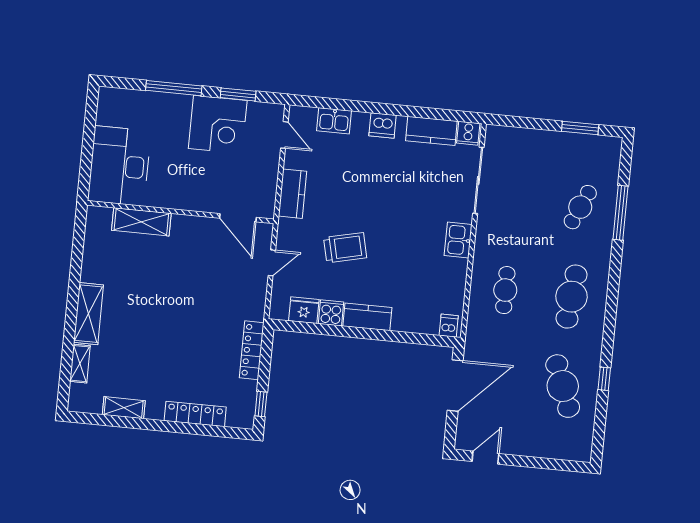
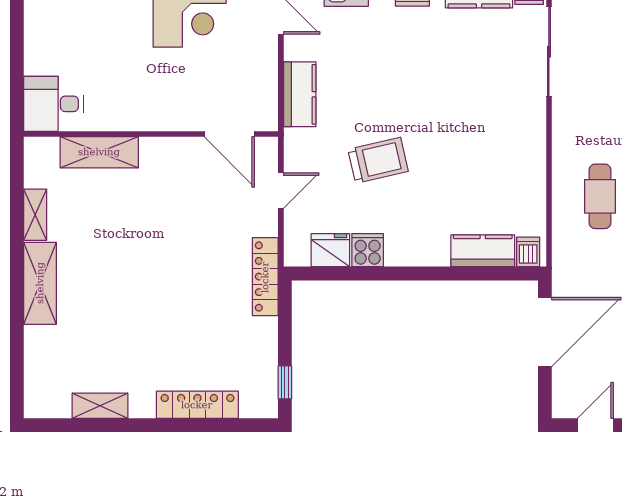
desk: (119, 166) -> (53, 104), width x0.53, depth x0.77
kitchen sink: (458, 240) -> (530, 135), removed
kitchen counter: (367, 317) -> (483, 251), moved
locker: (252, 350) -> (265, 277), moved
shelving: (80, 364) -> (35, 215), moved

